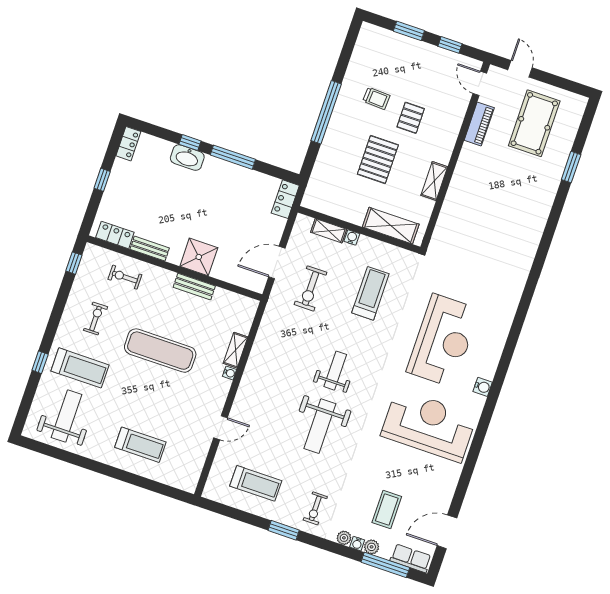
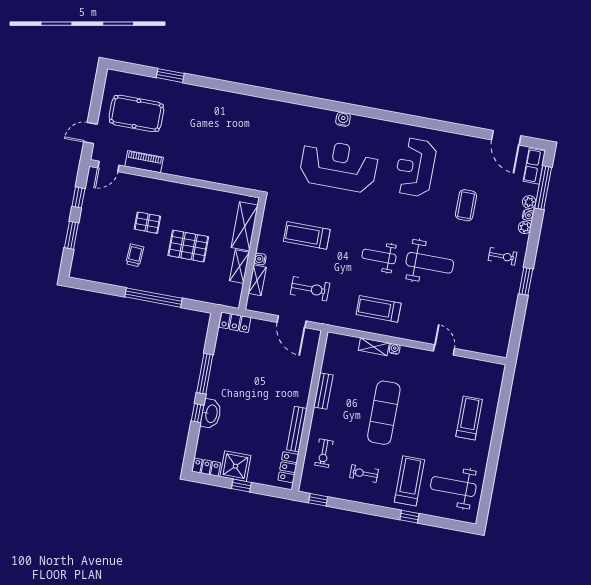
shelving: (434, 181) -> (239, 267), moved, turned 90
bench: (150, 249) -> (297, 429), width x1.36
shower: (199, 257) -> (235, 466), moved
water cooler: (483, 387) -> (343, 119), moved
reception desk: (429, 425) -> (415, 167), width x0.74, depth x0.77
treadmill: (256, 483) -> (379, 309), moved, turned -90
coffee table: (387, 510) -> (466, 205), moved, turned 90

